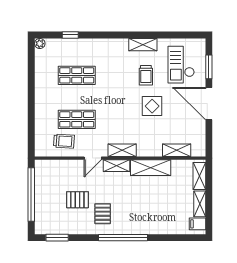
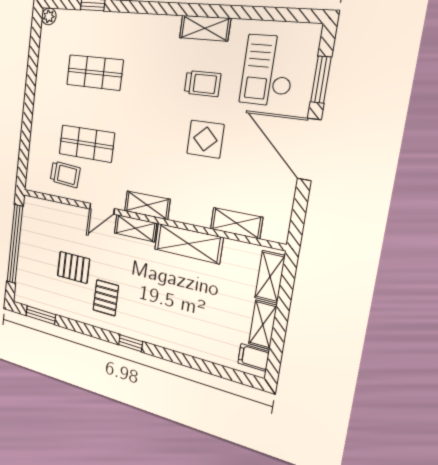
trolley: (146, 75) -> (202, 84), turned -90
window: (123, 238) -> (131, 343), width x0.32

